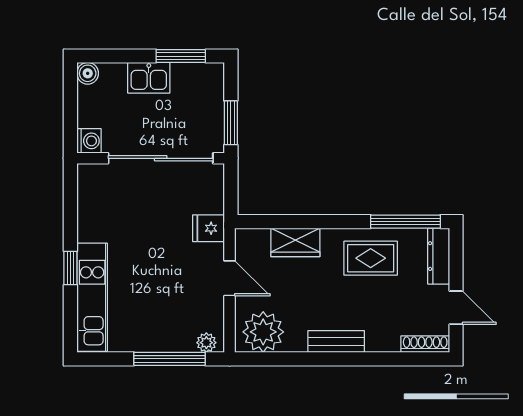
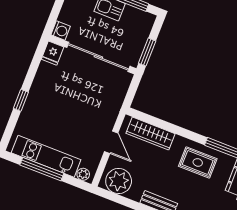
fridge: (208, 228) -> (53, 53), moved, turned -90
wardrobe: (295, 242) -> (150, 133), width x1.50
kitchen unit: (92, 297) -> (46, 156), moved, turned -90
window: (170, 359) -> (42, 169), moved

